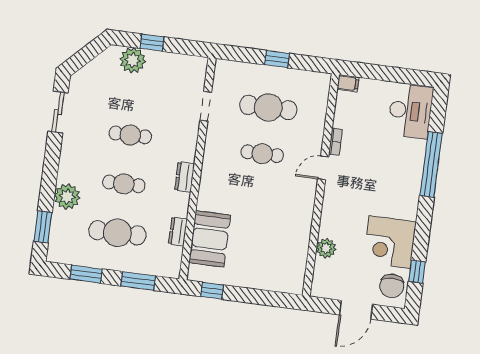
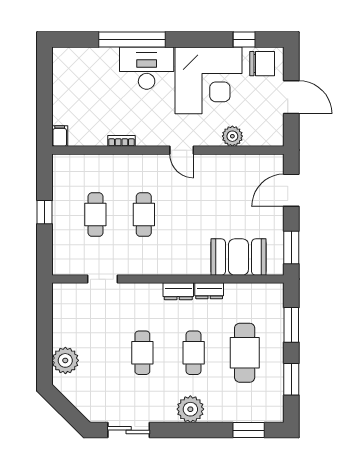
window: (152, 43) -> (45, 343), removed
cafe table: (268, 108) -> (95, 215), width x0.73, depth x0.74
desk: (410, 111) -> (147, 68), moved
door: (323, 168) -> (182, 150), moved
plant: (67, 197) -> (190, 409), moved
dresser: (178, 231) -> (209, 291), moved
corner desk: (390, 242) -> (209, 80), width x1.36, depth x1.36
window: (212, 291) -> (291, 248), width x1.50
door: (267, 298) -> (291, 190), added

